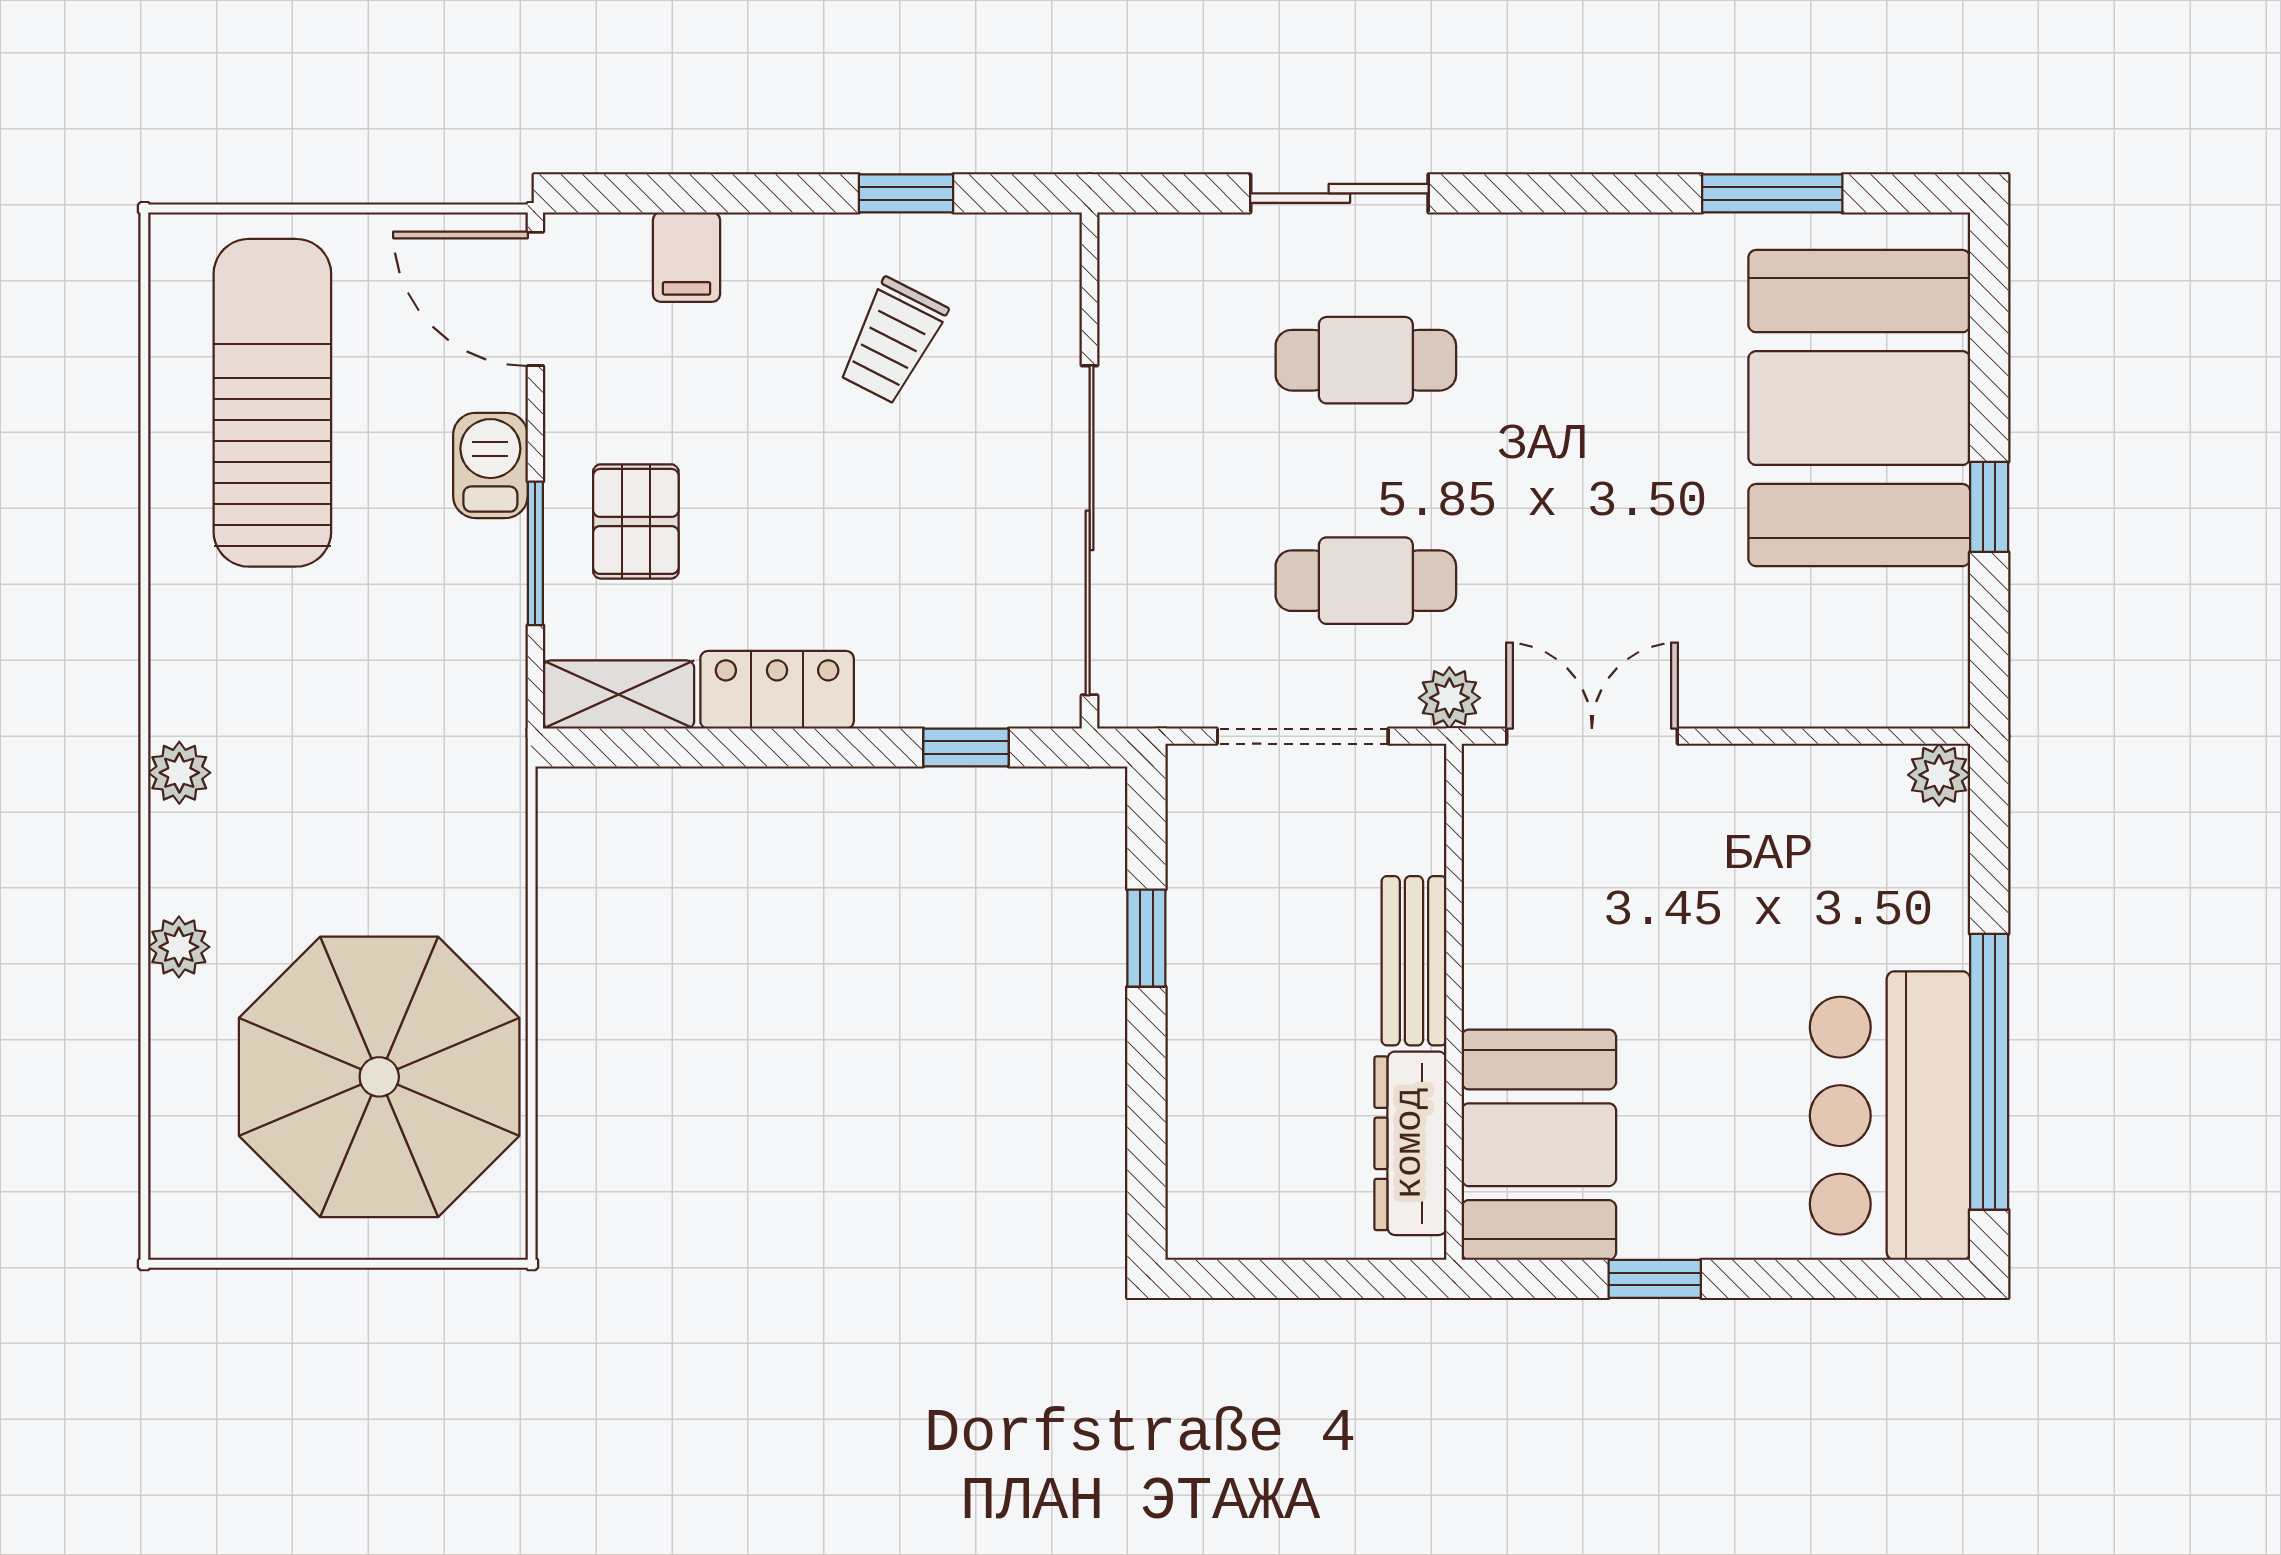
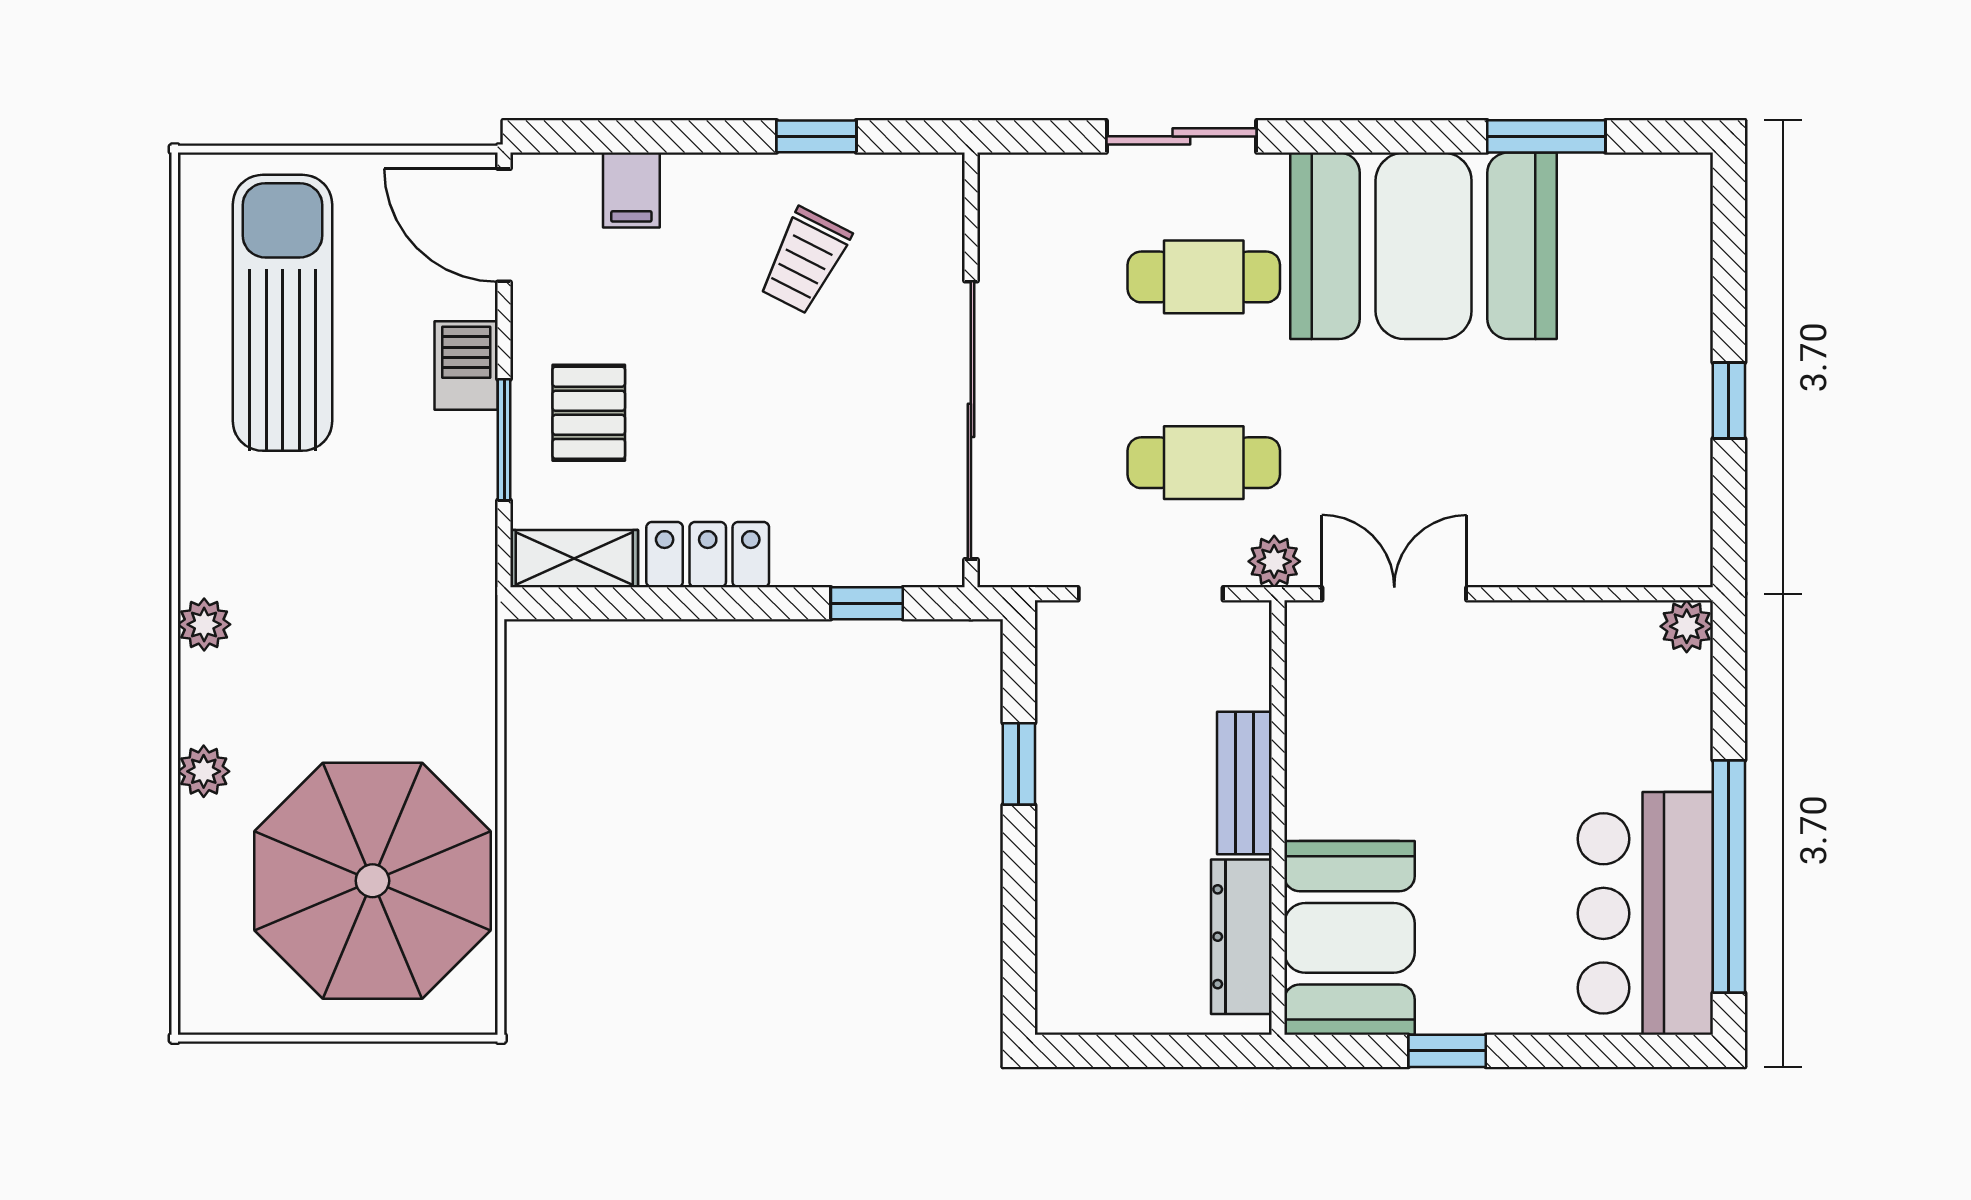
booth: (1859, 408) -> (1424, 246), moved, turned 90

